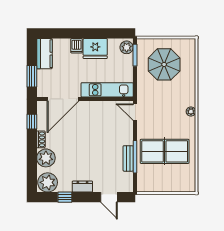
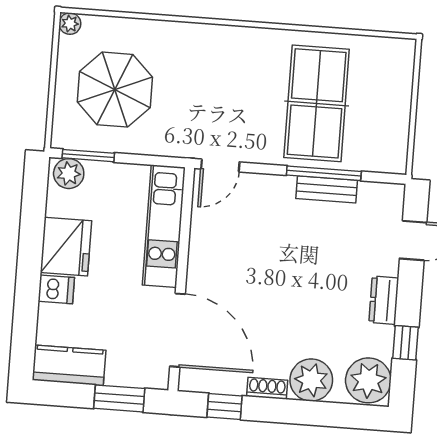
plant: (191, 111) -> (70, 24), moved

